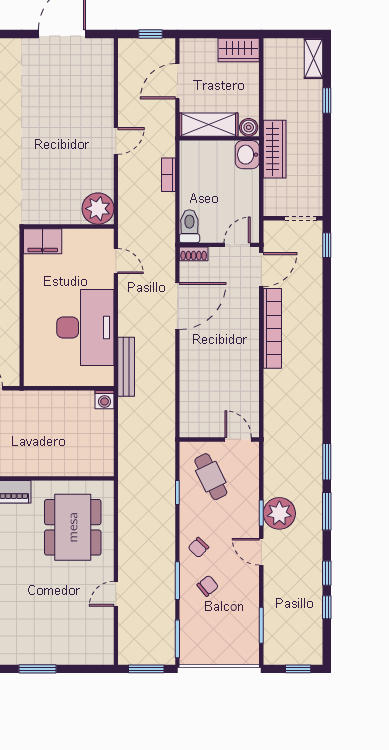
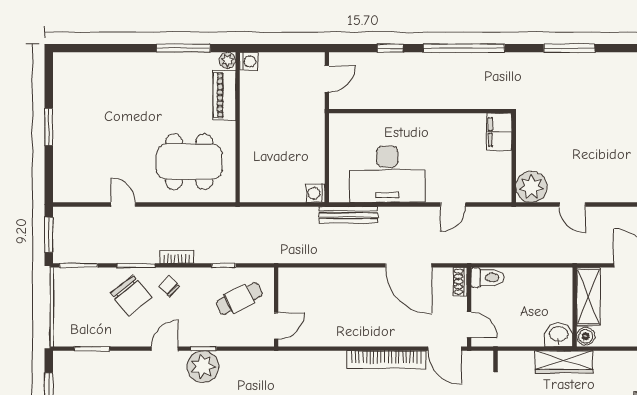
bookcase: (168, 175) -> (177, 257), moved
plant: (98, 209) -> (531, 187), moved
wall: (69, 226) -> (514, 158), moved
filing cabinet: (43, 241) -> (499, 132), moved
chair: (208, 586) -> (131, 296), width x1.87, depth x1.87

